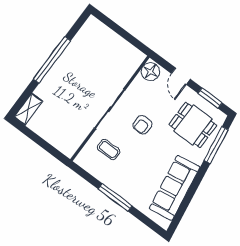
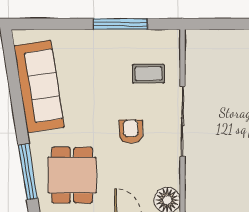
dining table: (193, 125) -> (72, 175), turned 90
window: (115, 197) -> (120, 24), moved

